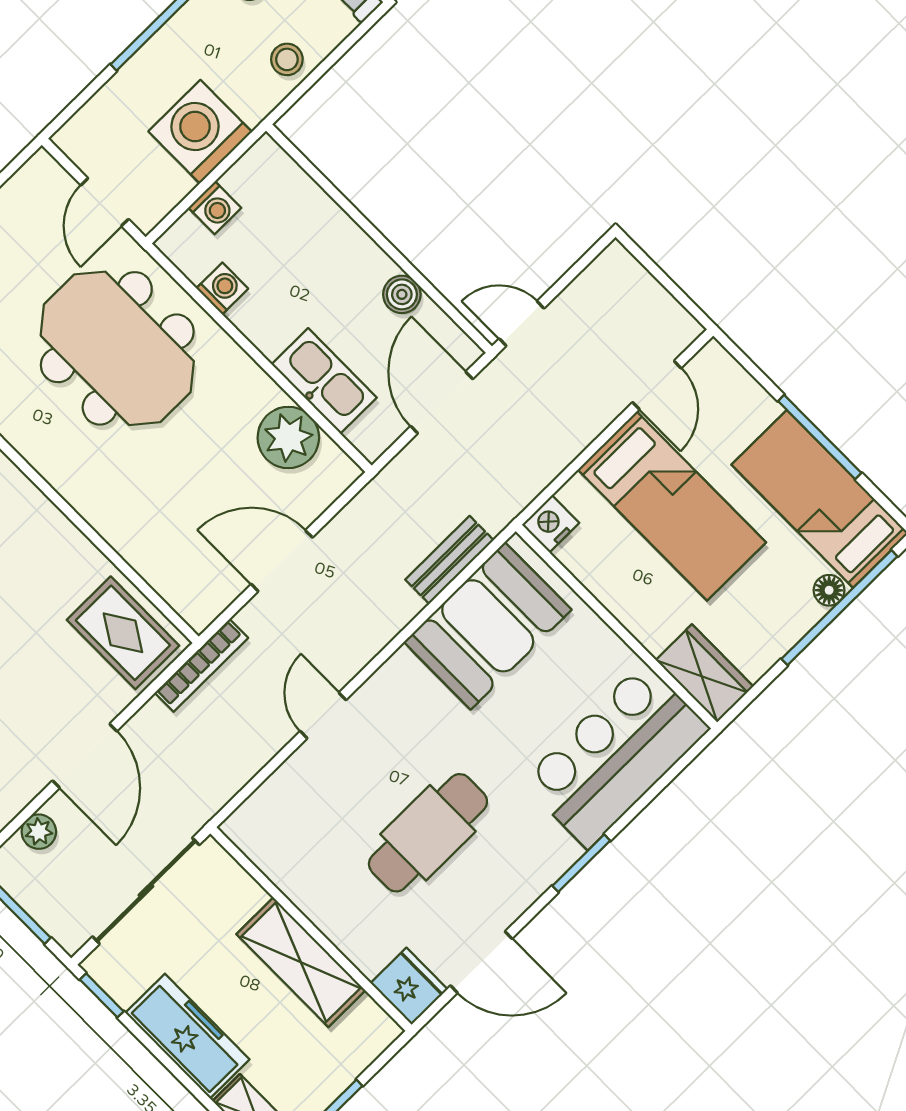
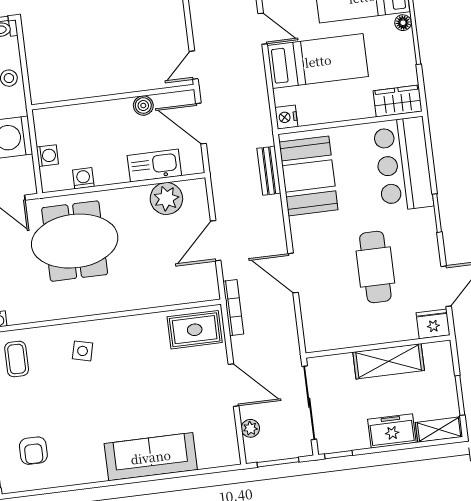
door: (323, 716) -> (293, 273), width x1.38
freezer: (187, 1036) -> (392, 431), width x0.71

